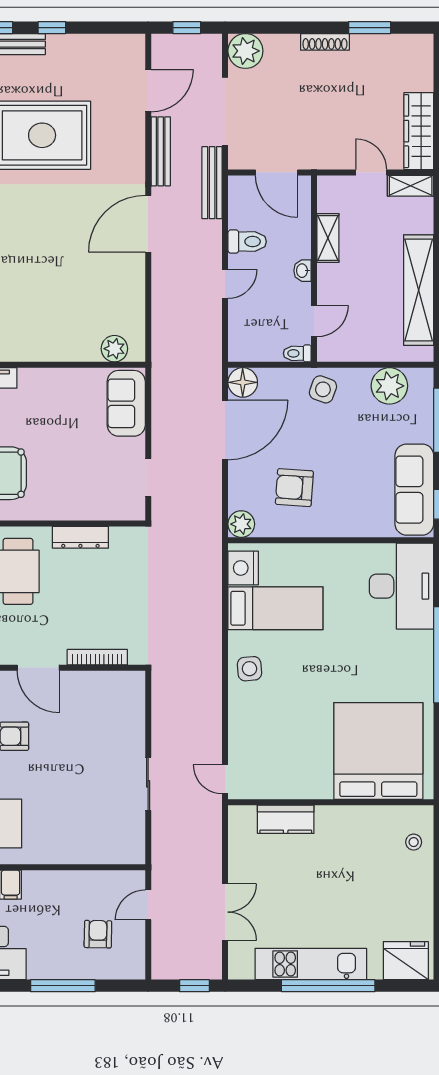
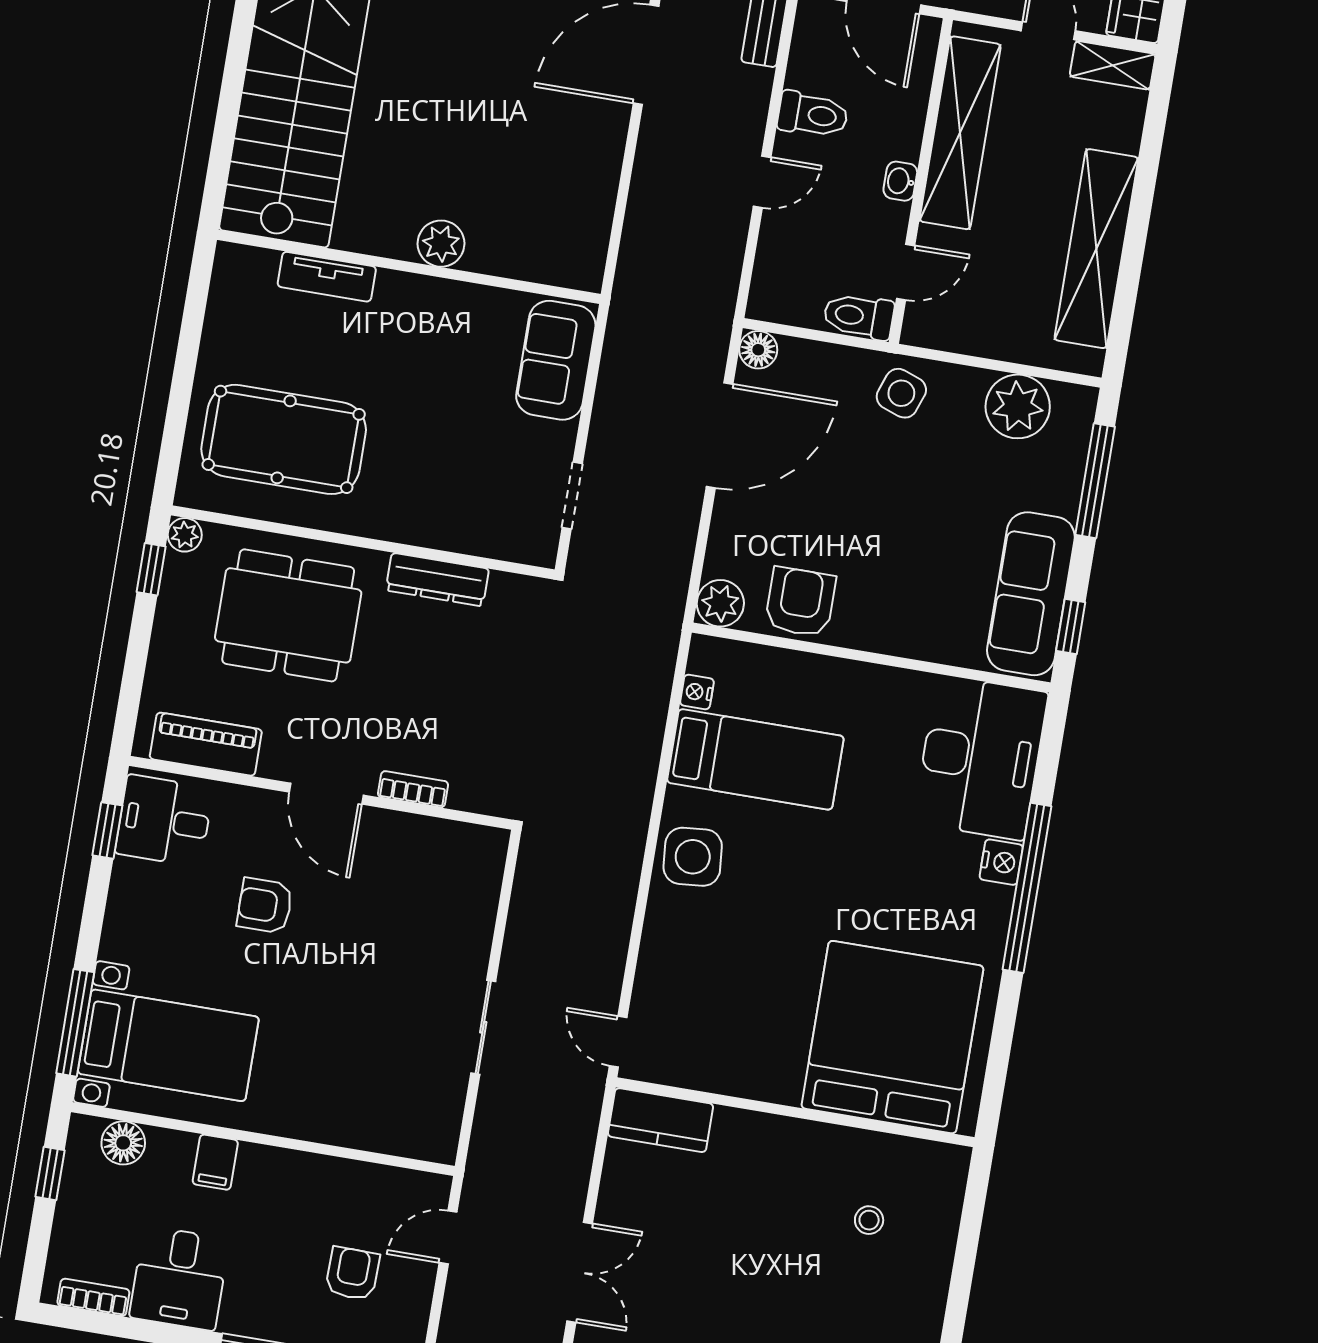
shelving: (328, 238) -> (960, 133), width x2.20, depth x1.33
plant: (114, 349) -> (441, 244), moved
toilet: (297, 353) -> (859, 316), width x1.37, depth x1.39
floor lamp: (243, 382) -> (758, 350), width x0.73, depth x0.73
armchair: (294, 488) -> (800, 602), moved, turned 86
nightstand: (243, 568) -> (697, 692), width x0.53, depth x0.56
nightstand: (423, 643) -> (1001, 862), added
bookcase: (97, 657) -> (413, 789), width x0.64
side table: (249, 669) -> (693, 857), width x1.37, depth x1.37
kitchen counter: (286, 819) -> (661, 1120), moved
stool: (414, 842) -> (869, 1220), moved

